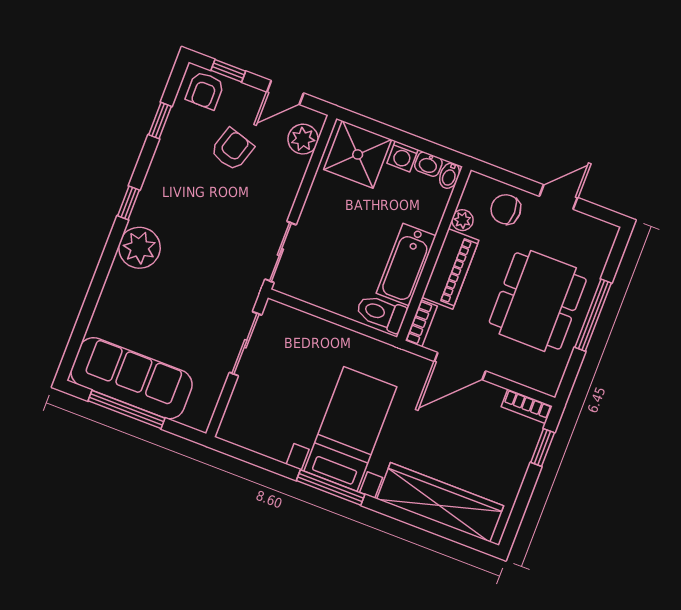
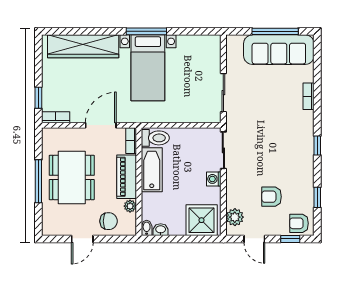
armchair: (205, 90) -> (299, 223), turned -90
door: (285, 93) -> (254, 239), swing flipped
armchair: (232, 149) -> (272, 197), turned 73
washing machine: (402, 156) -> (214, 179), moved, turned -90
plant: (139, 248) -> (302, 123), removed
bookcase: (113, 286) -> (309, 96), added

